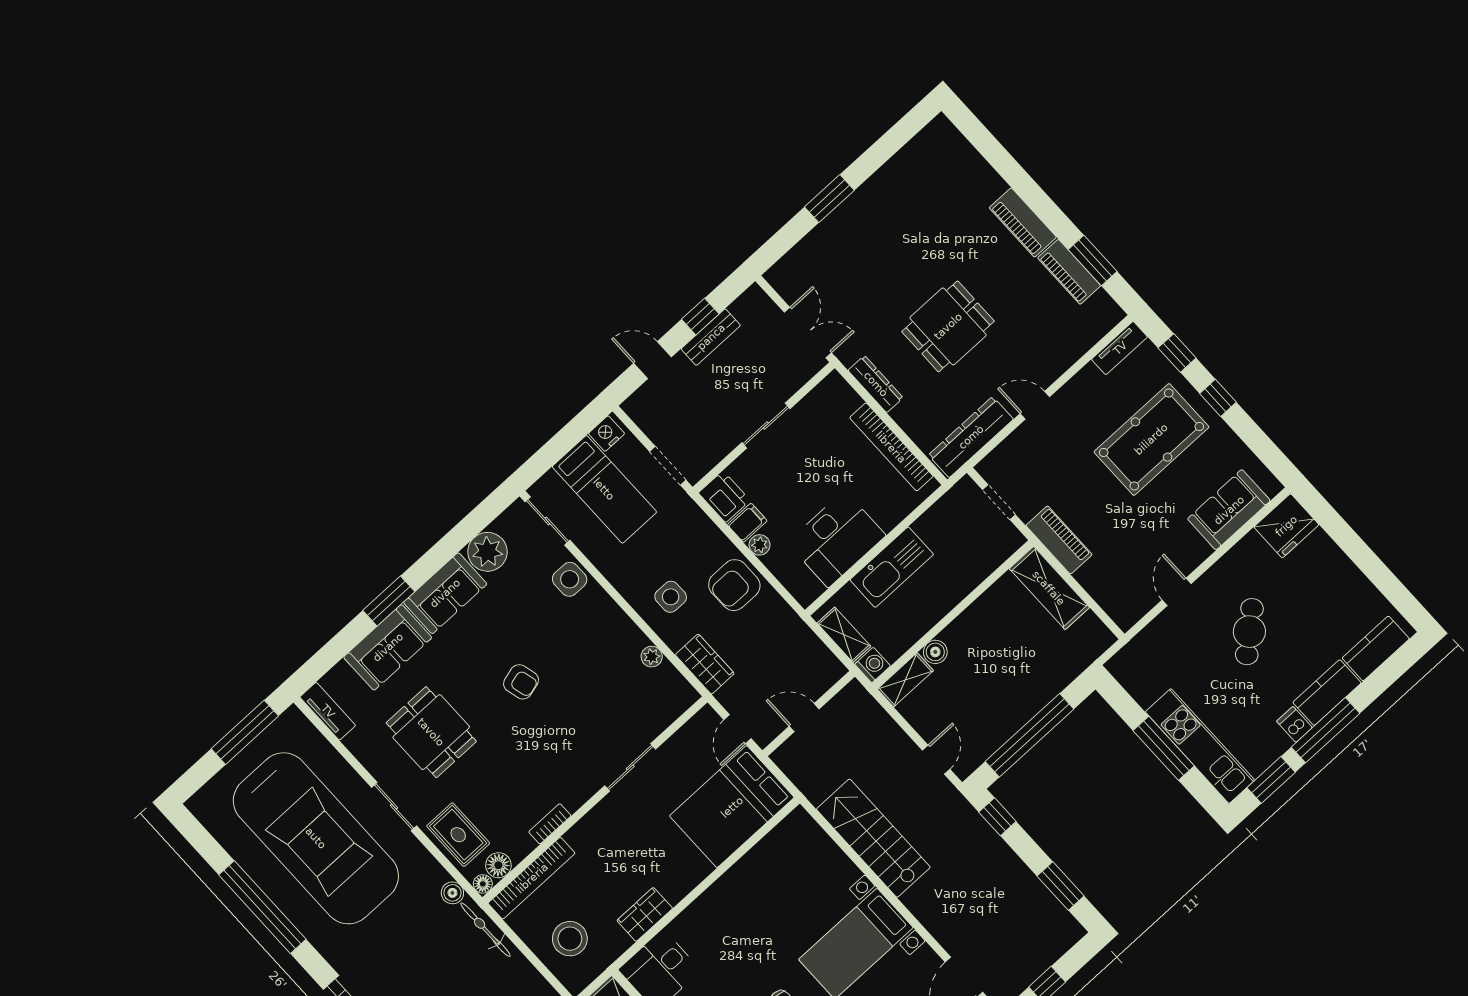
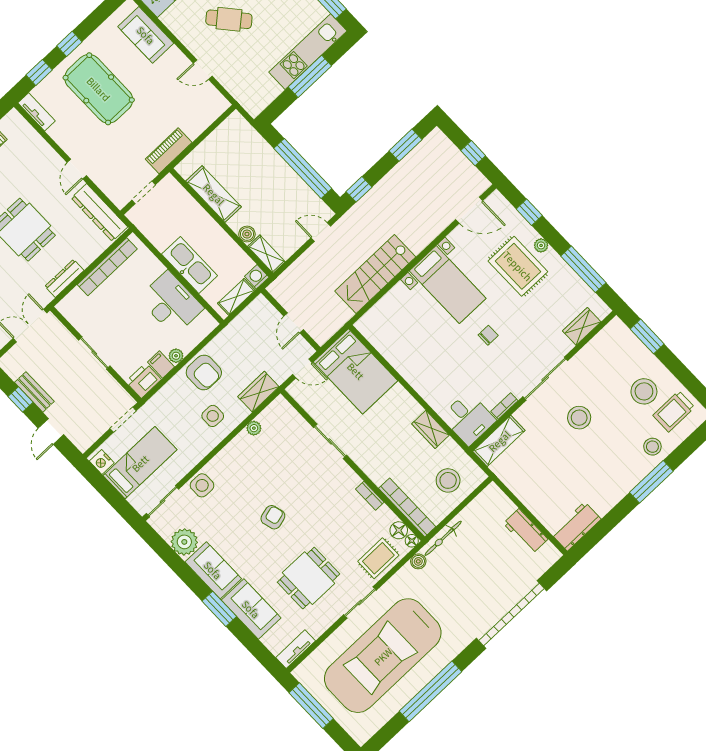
shelving: (1049, 588) -> (214, 194), moved, turned 90
car: (316, 838) -> (383, 656), turned 180

